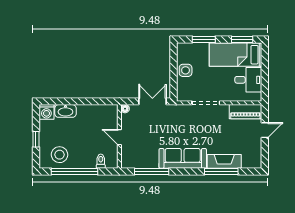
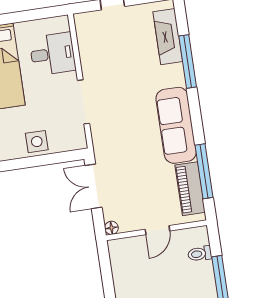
desk: (248, 80) -> (53, 54), moved, turned 90
piano: (245, 112) -> (190, 189), moved, turned 180
fireplace: (224, 161) -> (168, 37), moved

